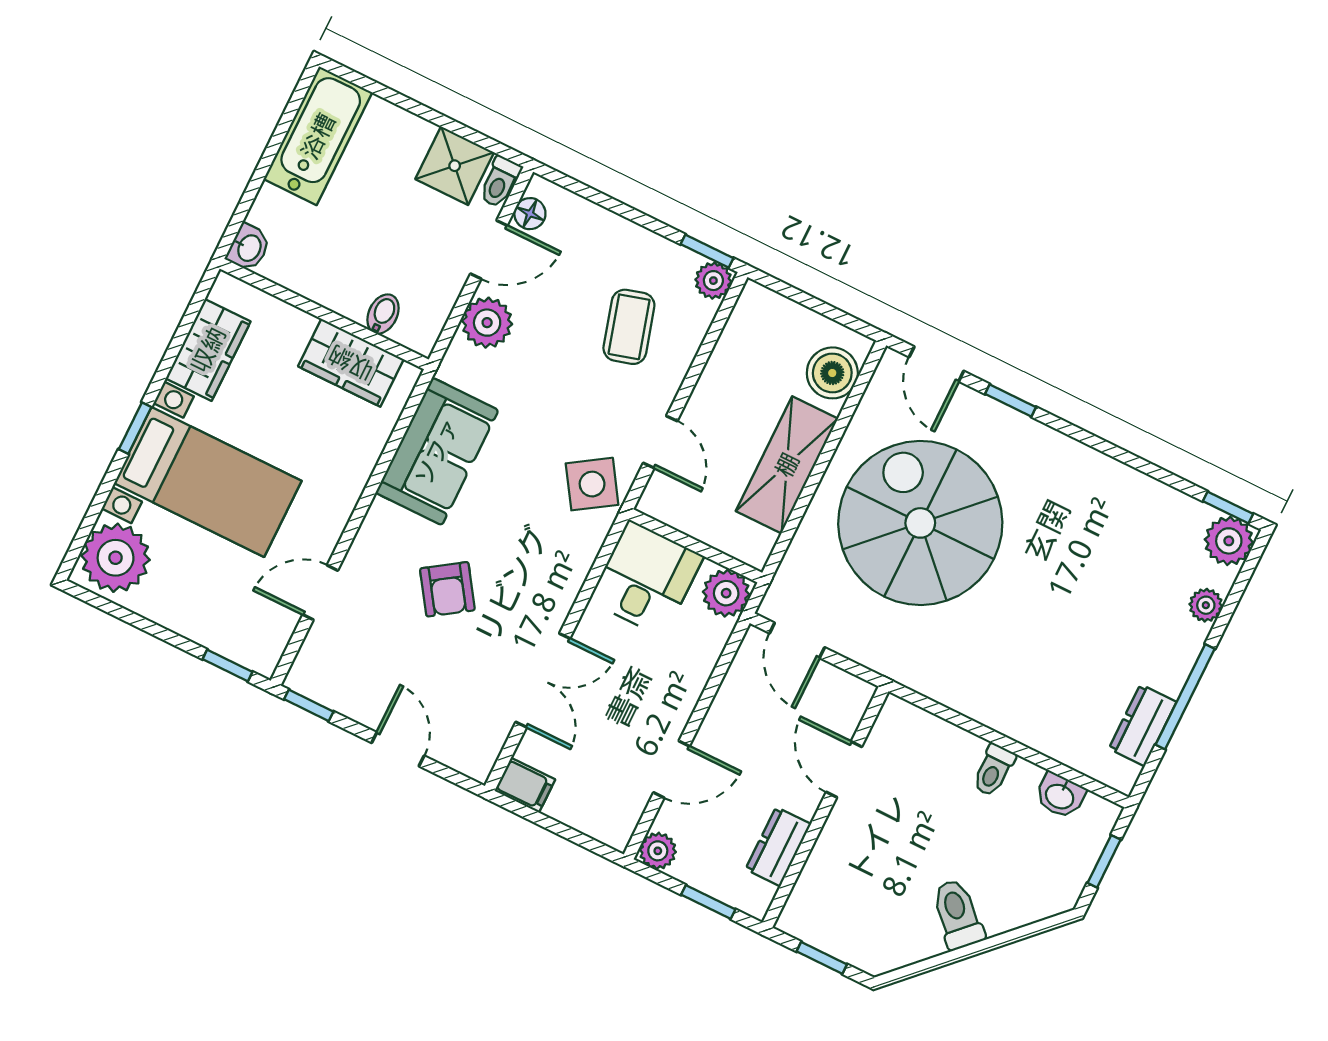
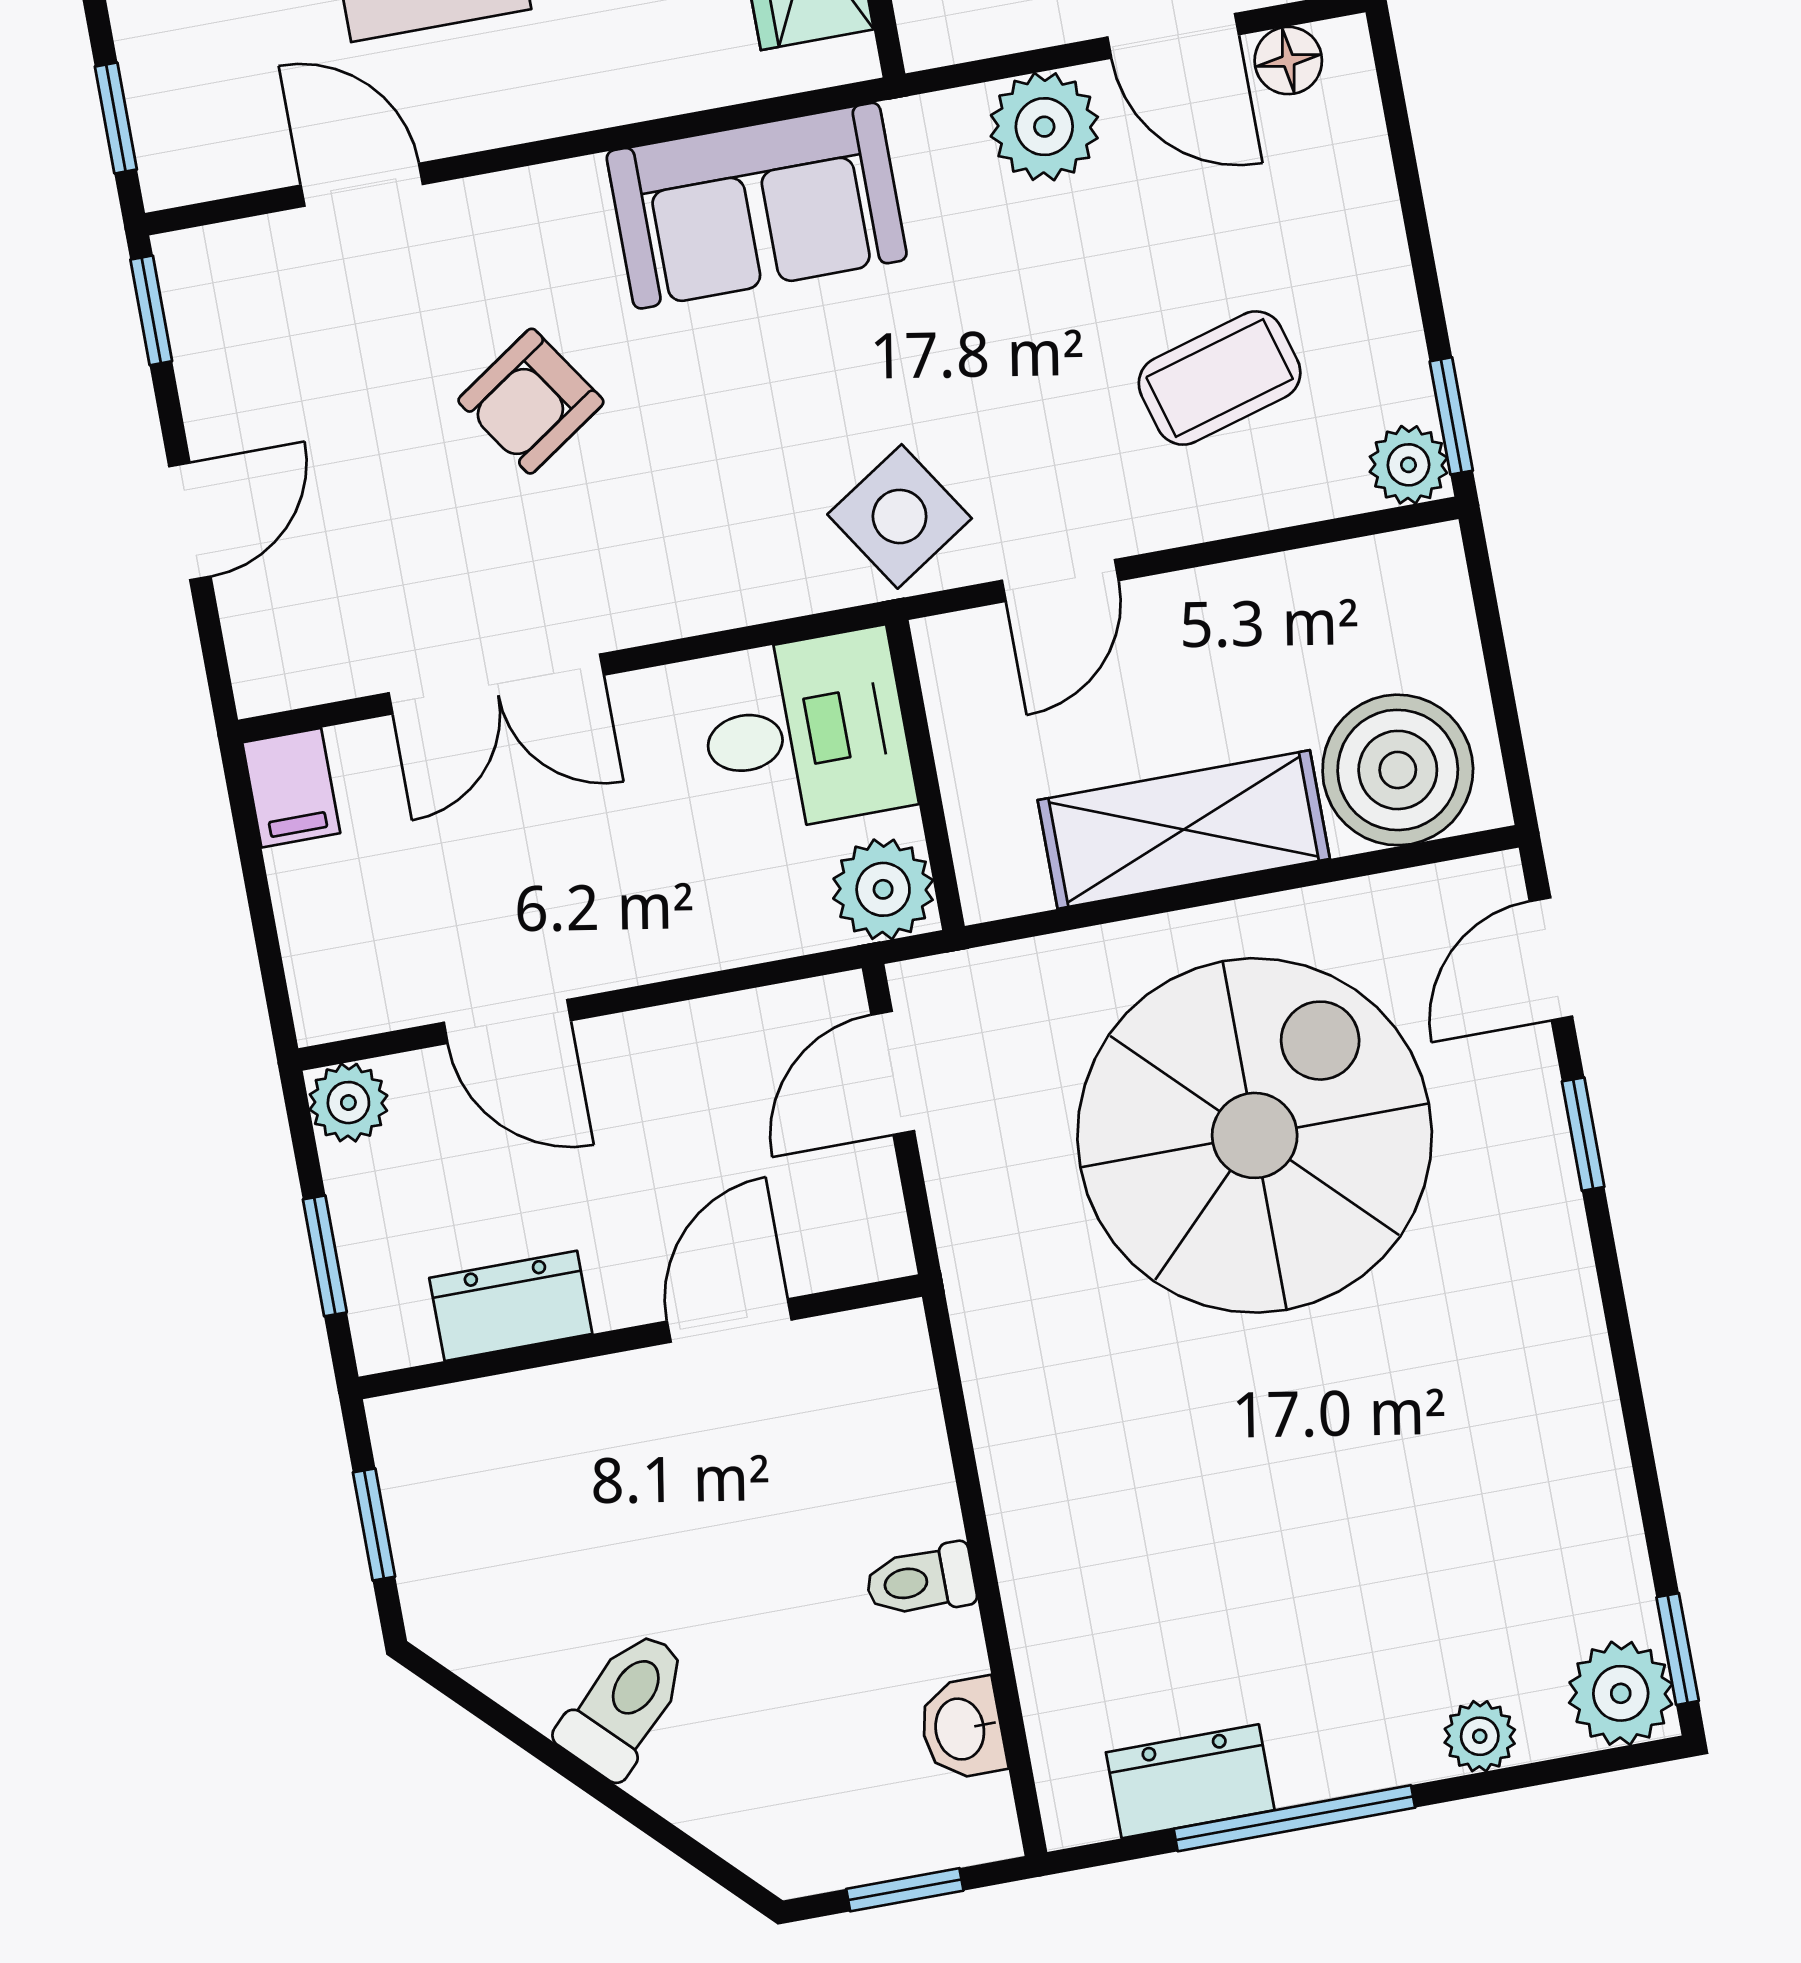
boiler: (832, 373) -> (1398, 770), width x1.37, depth x1.37

